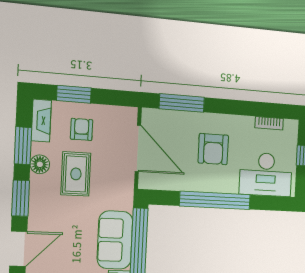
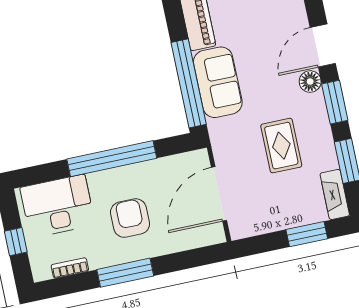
window: (182, 103) -> (125, 273), moved
armchair: (82, 129) -> (288, 197), removed
door: (138, 148) -> (219, 194), hinge flipped
floor lamp: (40, 164) -> (310, 82), moved

